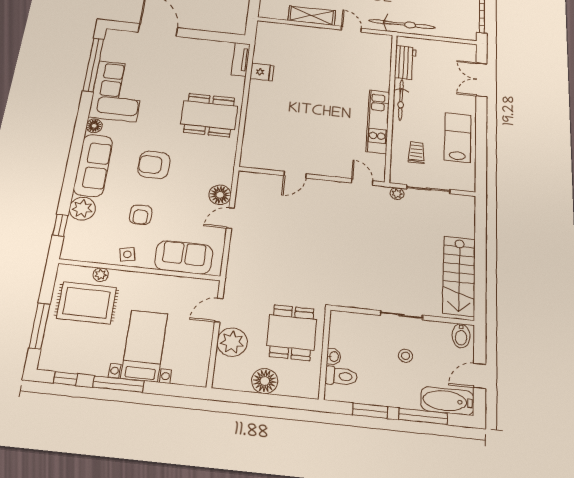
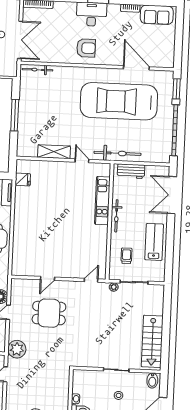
workbench: (405, 63) -> (131, 171), moved, turned 90
fridge: (262, 72) -> (23, 180), moved
double door: (481, 80) -> (172, 195), width x1.37
kitchen unit: (378, 122) -> (102, 201), moved
door: (362, 182) -> (91, 280), hinge flipped
dining table: (292, 332) -> (49, 313), moved, turned 90
plant: (232, 342) -> (17, 349), moved

